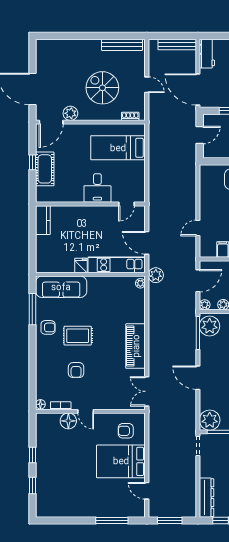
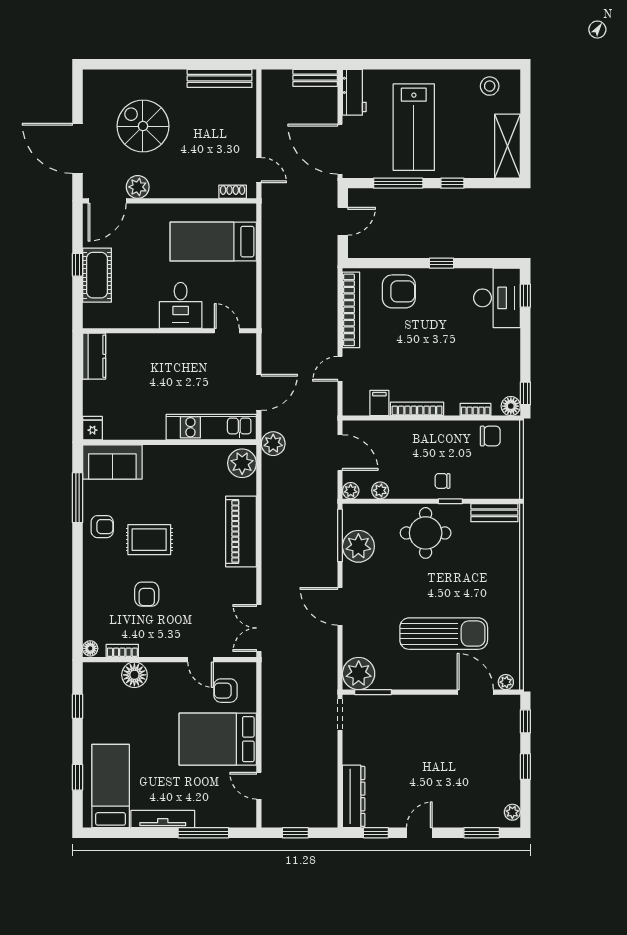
bench: (177, 45) -> (315, 78), width x0.73
door: (147, 85) -> (259, 170), moved
spiral stairs: (102, 88) -> (143, 126), moved
bookcase: (205, 191) -> (351, 310), added
door: (127, 204) -> (227, 331), swing flipped
door: (147, 243) -> (259, 392), swing flipped
fridge: (81, 265) -> (92, 428), moved
door: (198, 281) -> (340, 453), hinge flipped
plant: (140, 283) -> (242, 463), width x1.88, depth x1.88
sofa: (61, 287) -> (112, 462), width x0.73
plant: (210, 326) -> (358, 546), moved
piano: (136, 346) -> (241, 531), moved
door: (86, 411) -> (201, 660), moved
window: (32, 455) -> (78, 706), moved
bed: (53, 491) -> (111, 786), added
tv unit: (86, 512) -> (163, 819), added
window: (170, 520) -> (295, 833), width x0.67

